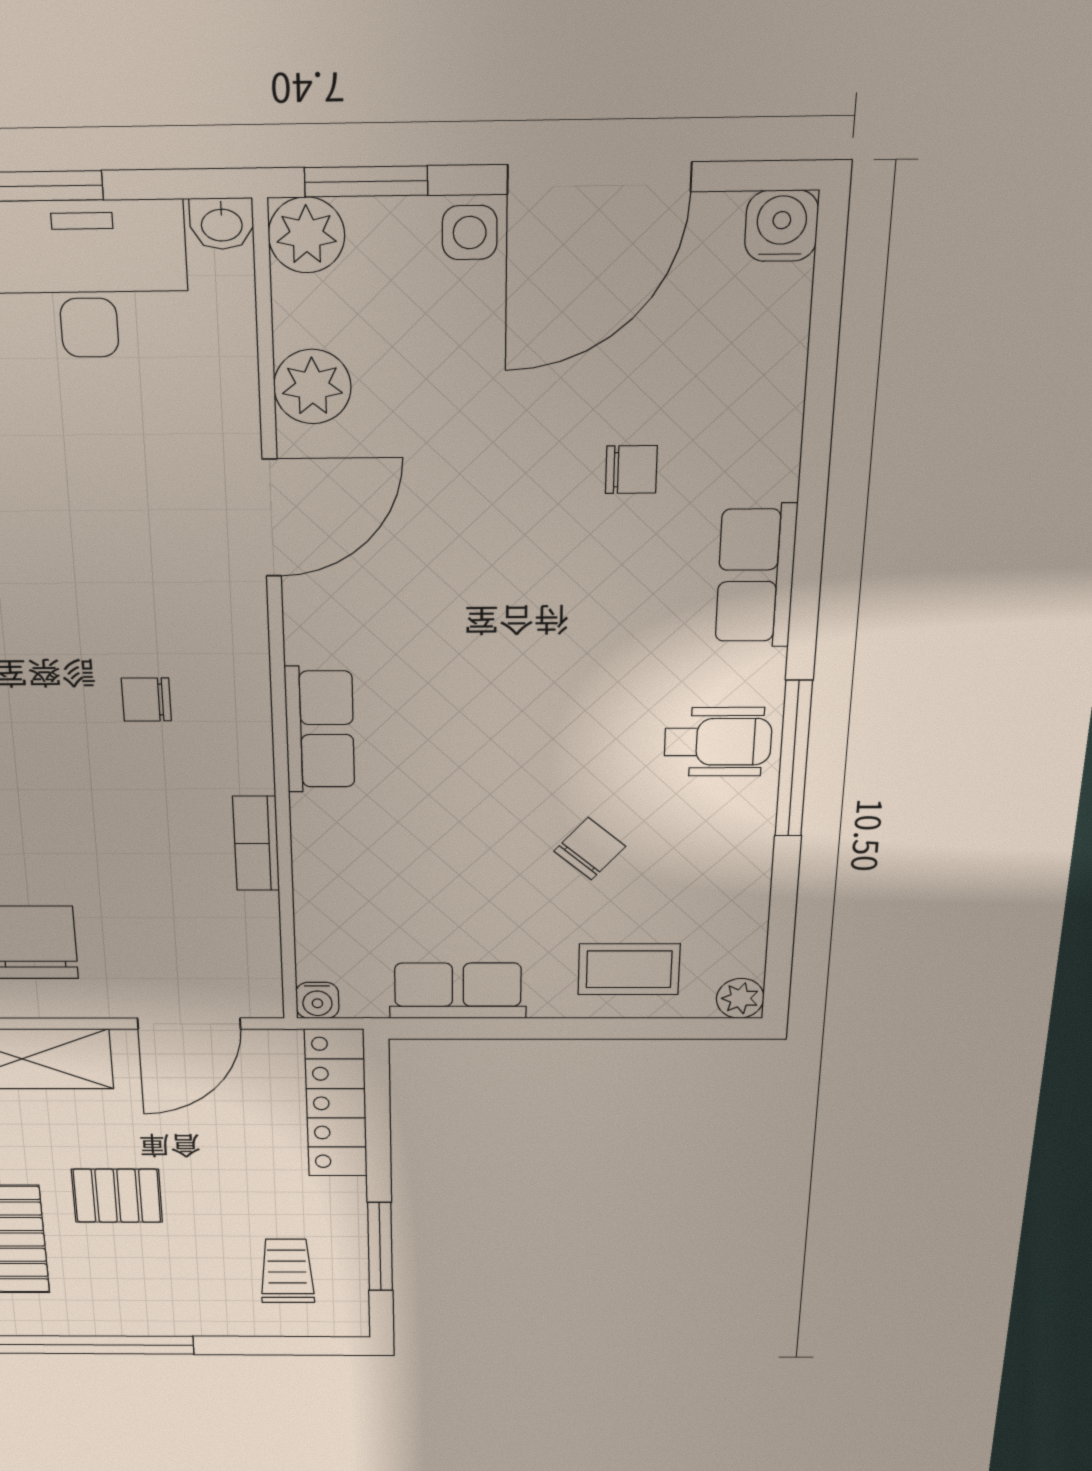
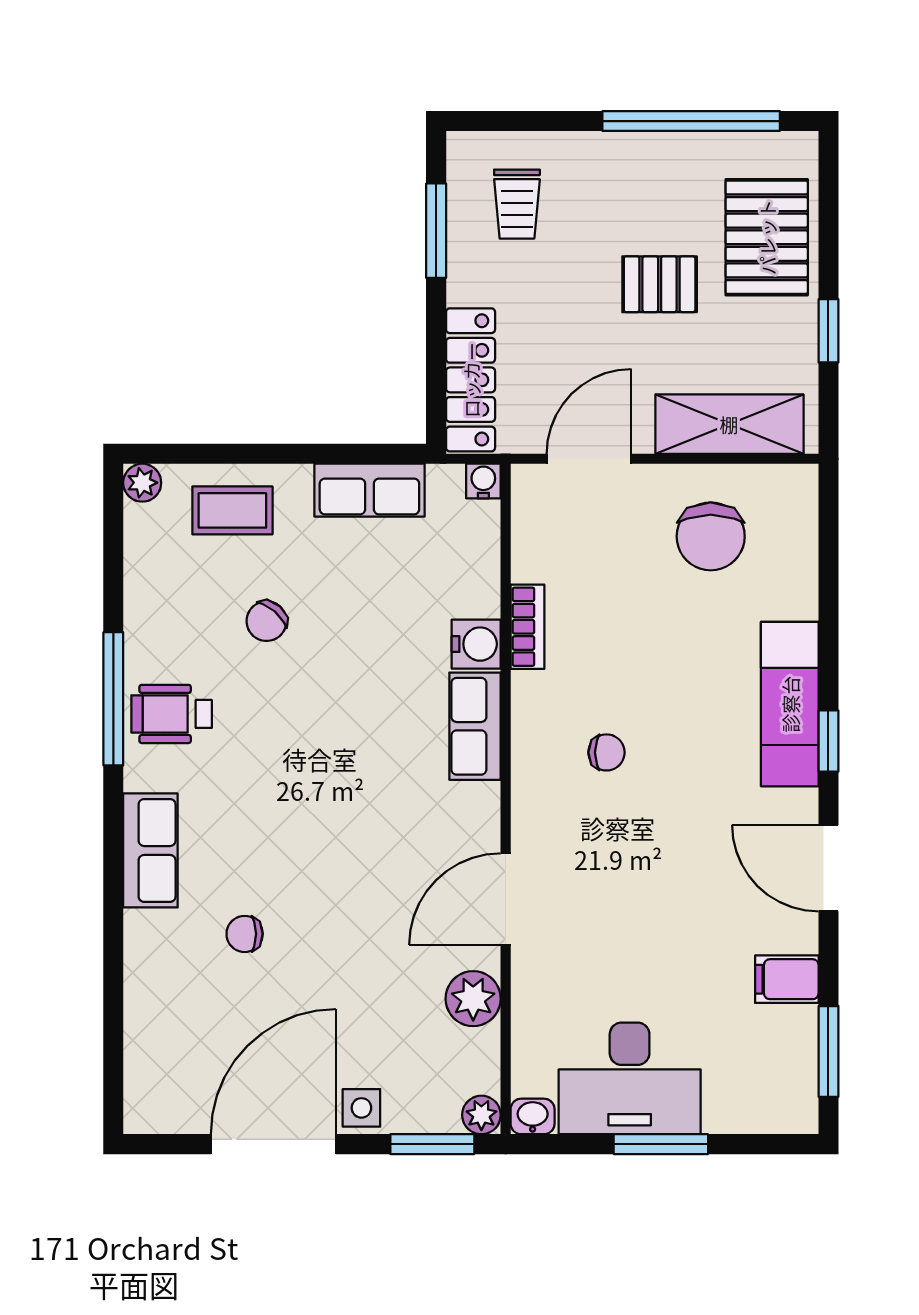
water cooler: (782, 226) -> (476, 644), moved, turned -90
plant: (306, 235) -> (481, 1115), width x0.73, depth x0.73

